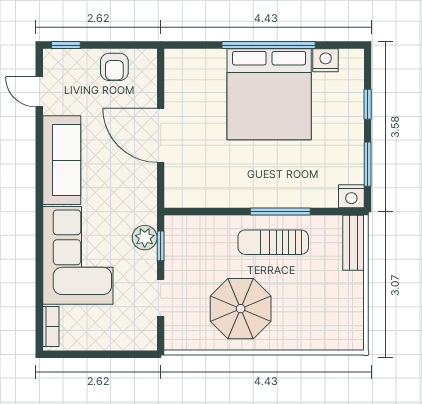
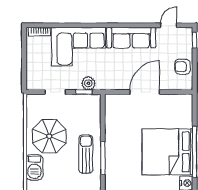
barbecue: (297, 336) -> (34, 167), added

